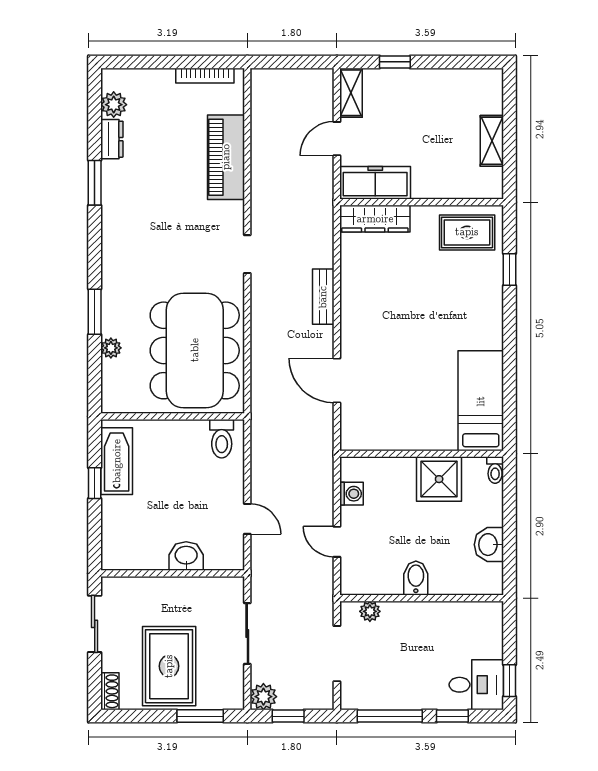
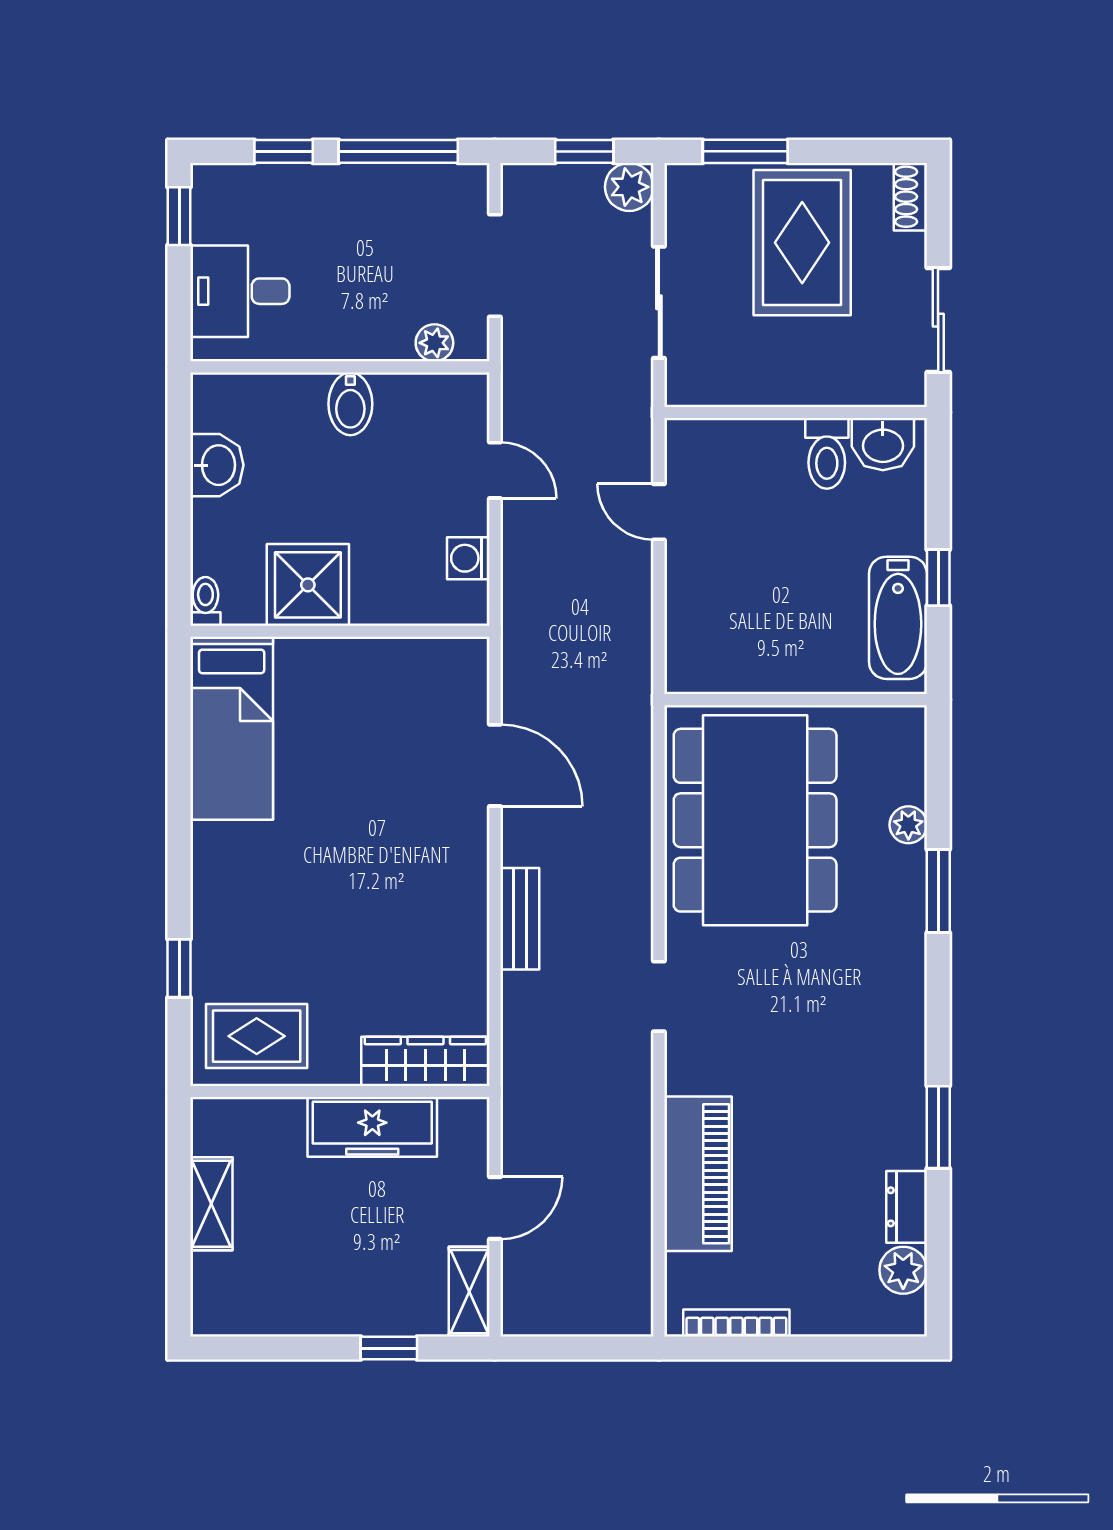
freezer: (375, 183) -> (372, 1127), moved
toilet: (222, 439) -> (827, 453), moved, turned 180
washbasin: (186, 556) -> (883, 444), moved
desk: (476, 685) -> (240, 291), moved

